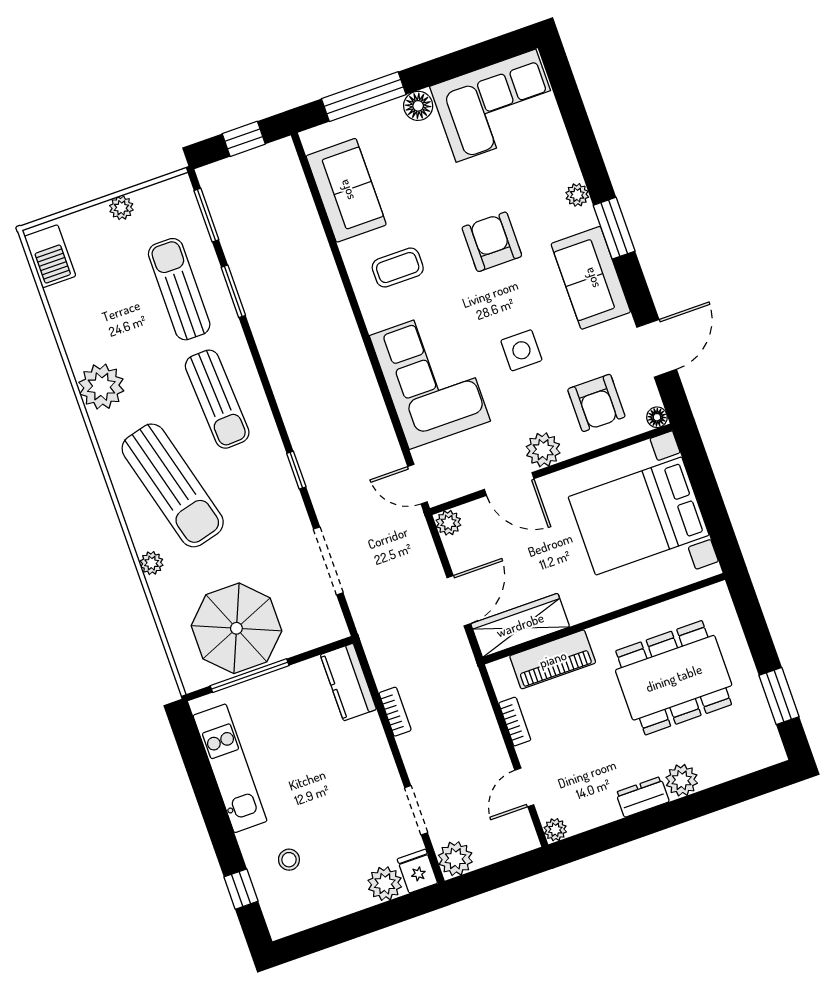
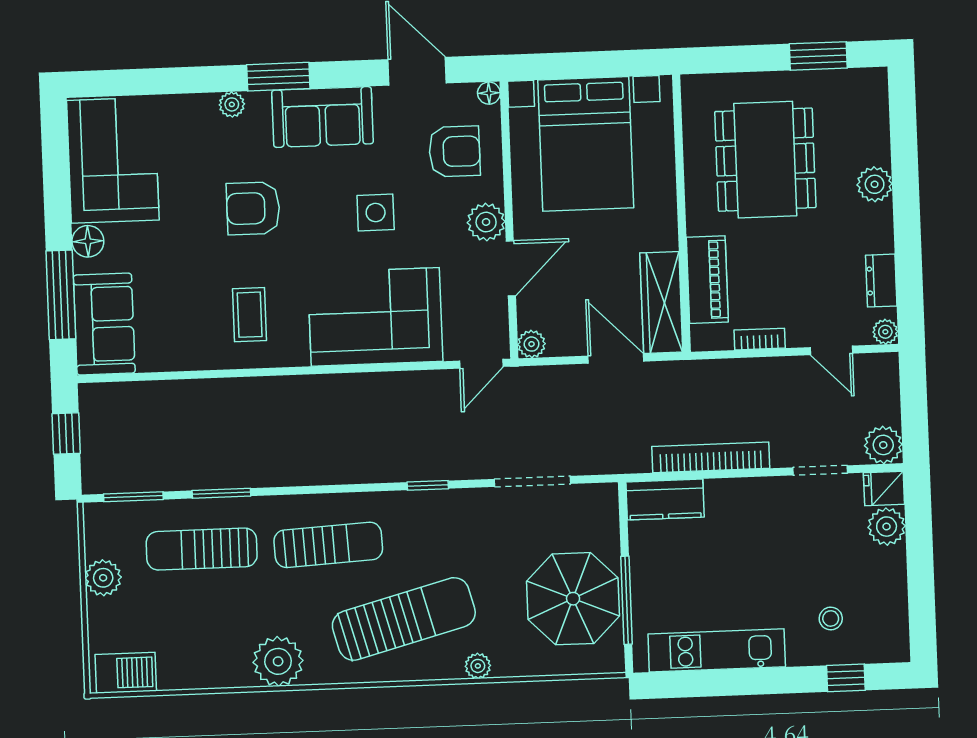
sofa: (346, 190) -> (104, 324), moved, turned 90
plant: (121, 208) -> (103, 578), width x1.38, depth x1.38
bookcase: (395, 712) -> (711, 457), width x2.31, depth x1.31
dresser: (642, 797) -> (881, 281), moved

